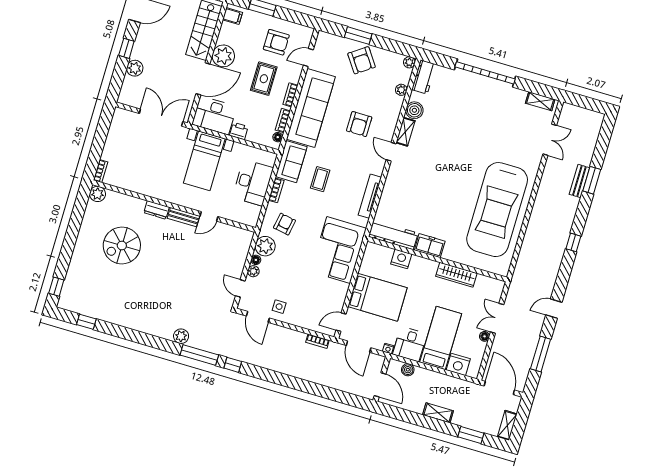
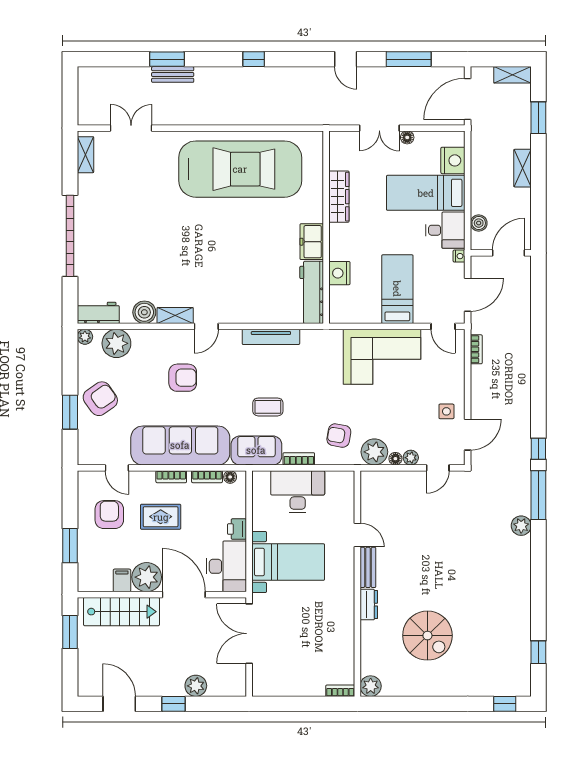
filing cabinet: (232, 16) -> (122, 580), moved
plant: (401, 90) -> (116, 343), width x1.88, depth x1.88
corner sofa: (338, 250) -> (382, 357), moved
bed: (377, 297) -> (397, 289), width x0.67

